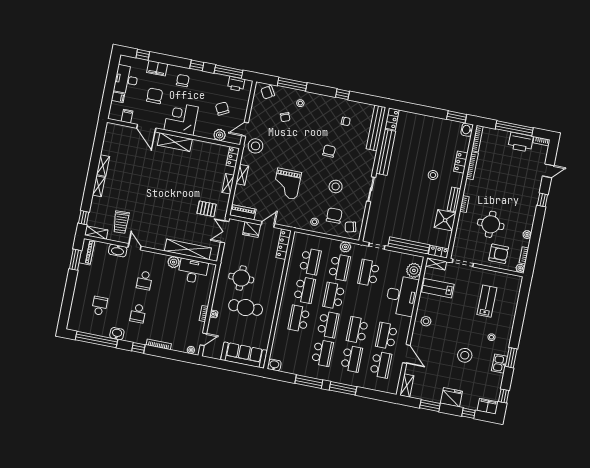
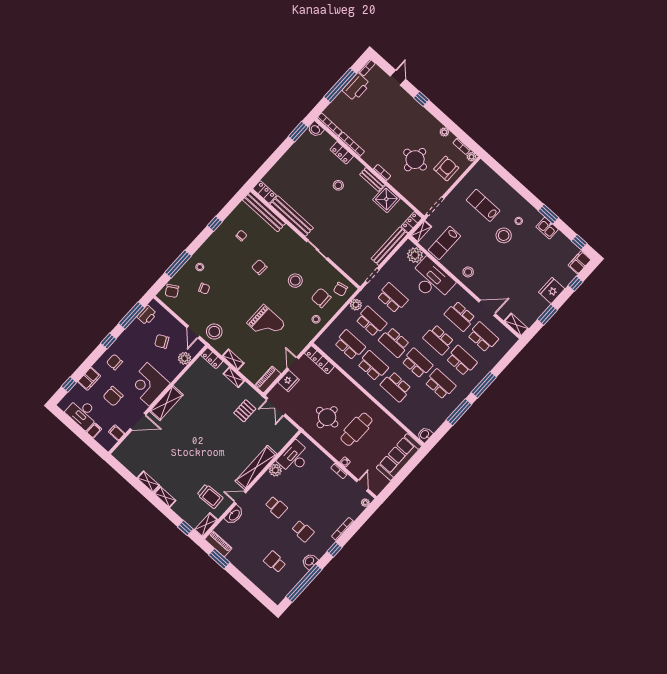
chair: (155, 96) -> (113, 396), turned -90
shelving: (188, 249) -> (256, 467), moved
school desk: (369, 273) -> (392, 298), turned 180
stool: (465, 355) -> (504, 235), moved

